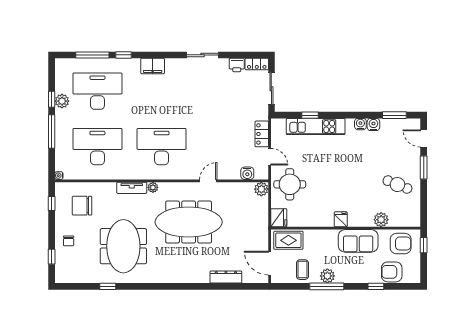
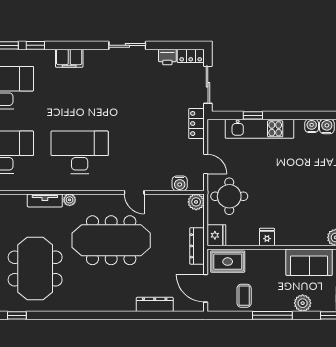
locker: (262, 134) -> (197, 123), moved
door: (208, 181) -> (134, 192), swing flipped
fridge: (341, 219) -> (267, 237), moved
dresser: (262, 227) -> (197, 246), added
plant: (327, 276) -> (303, 303), moved

